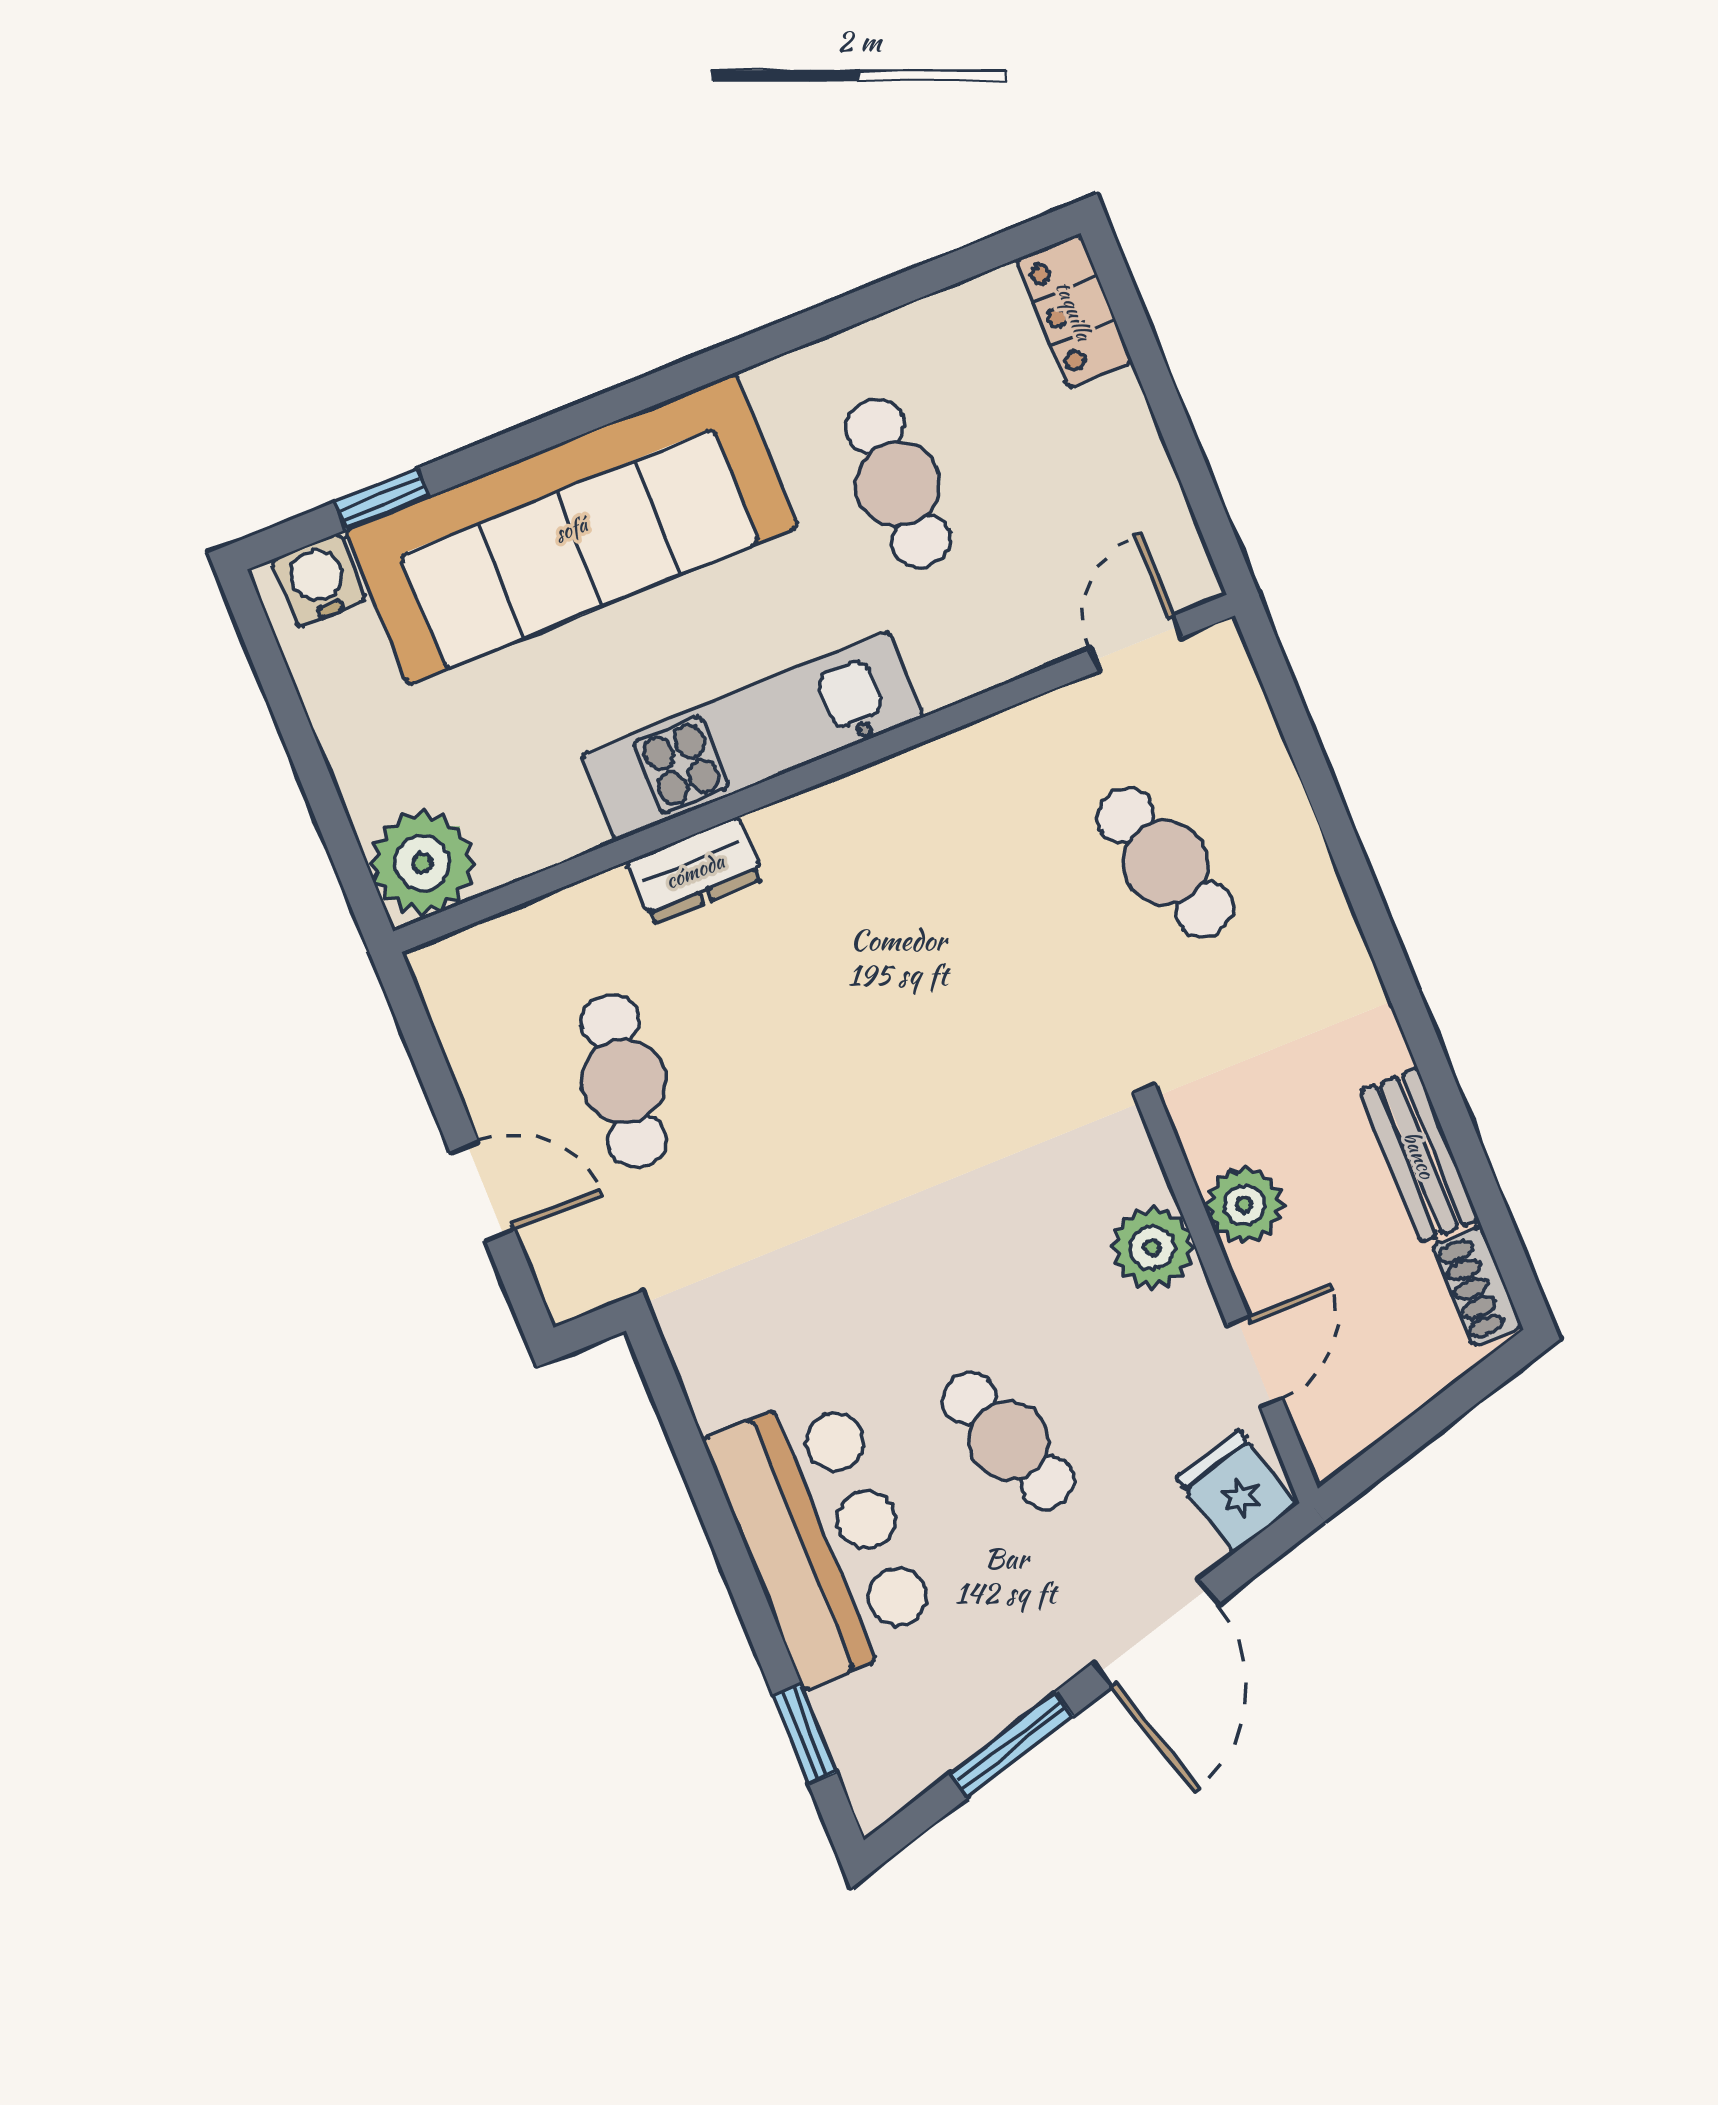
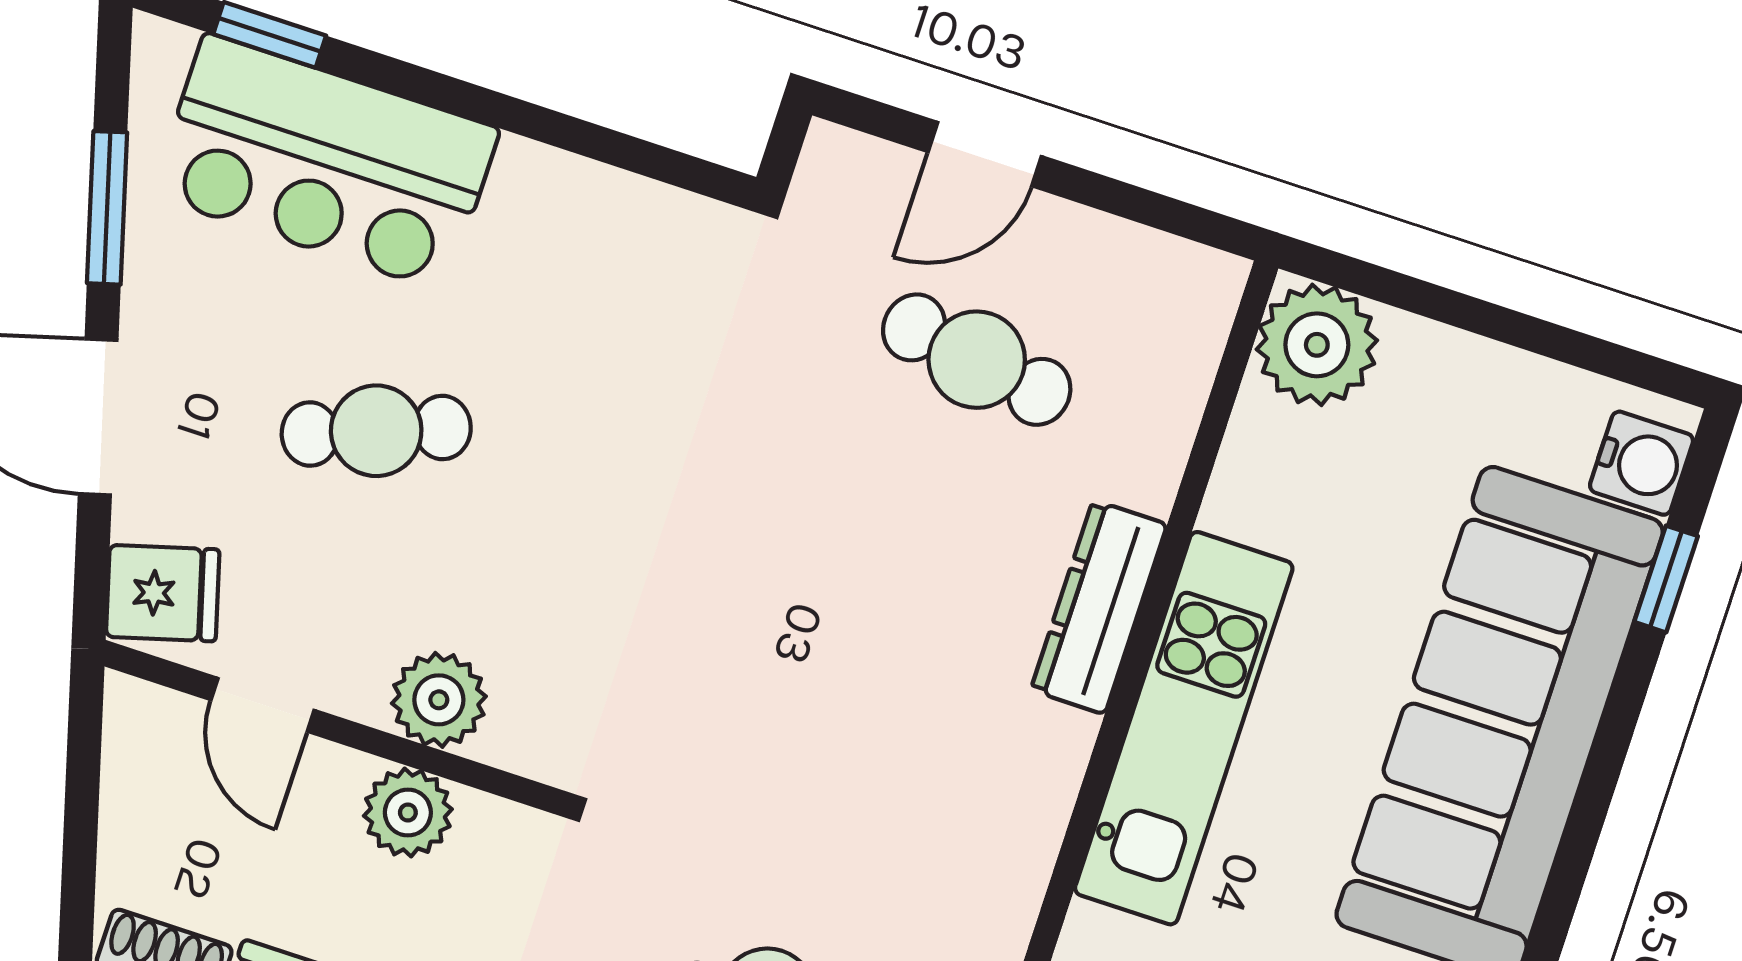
dresser: (695, 871) -> (1099, 607), width x1.44
bar counter: (823, 1537) -> (325, 162), moved

